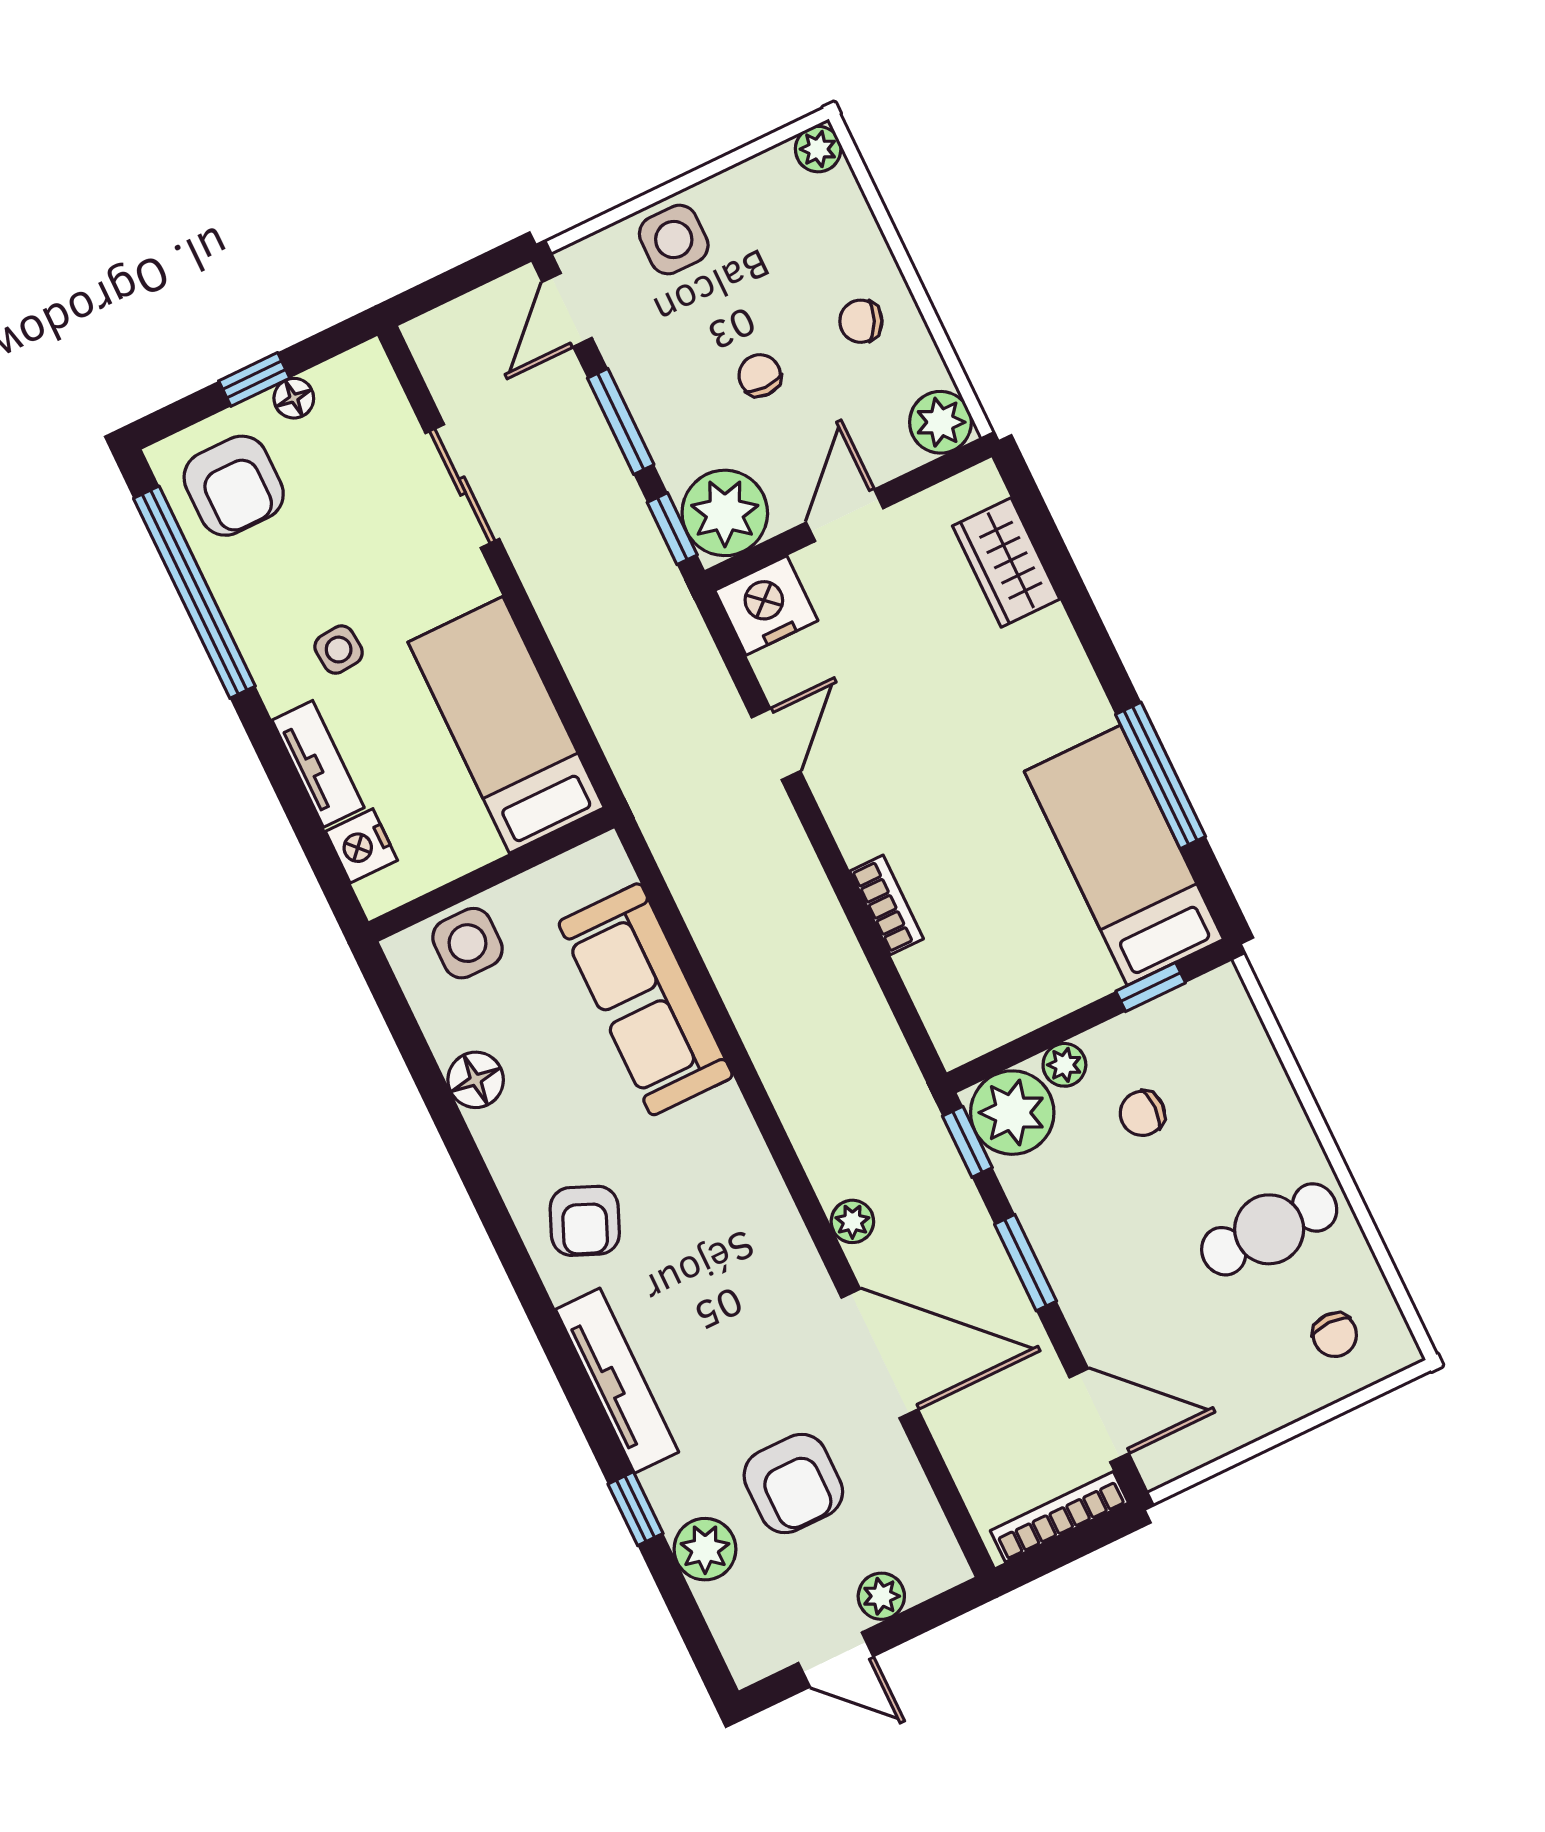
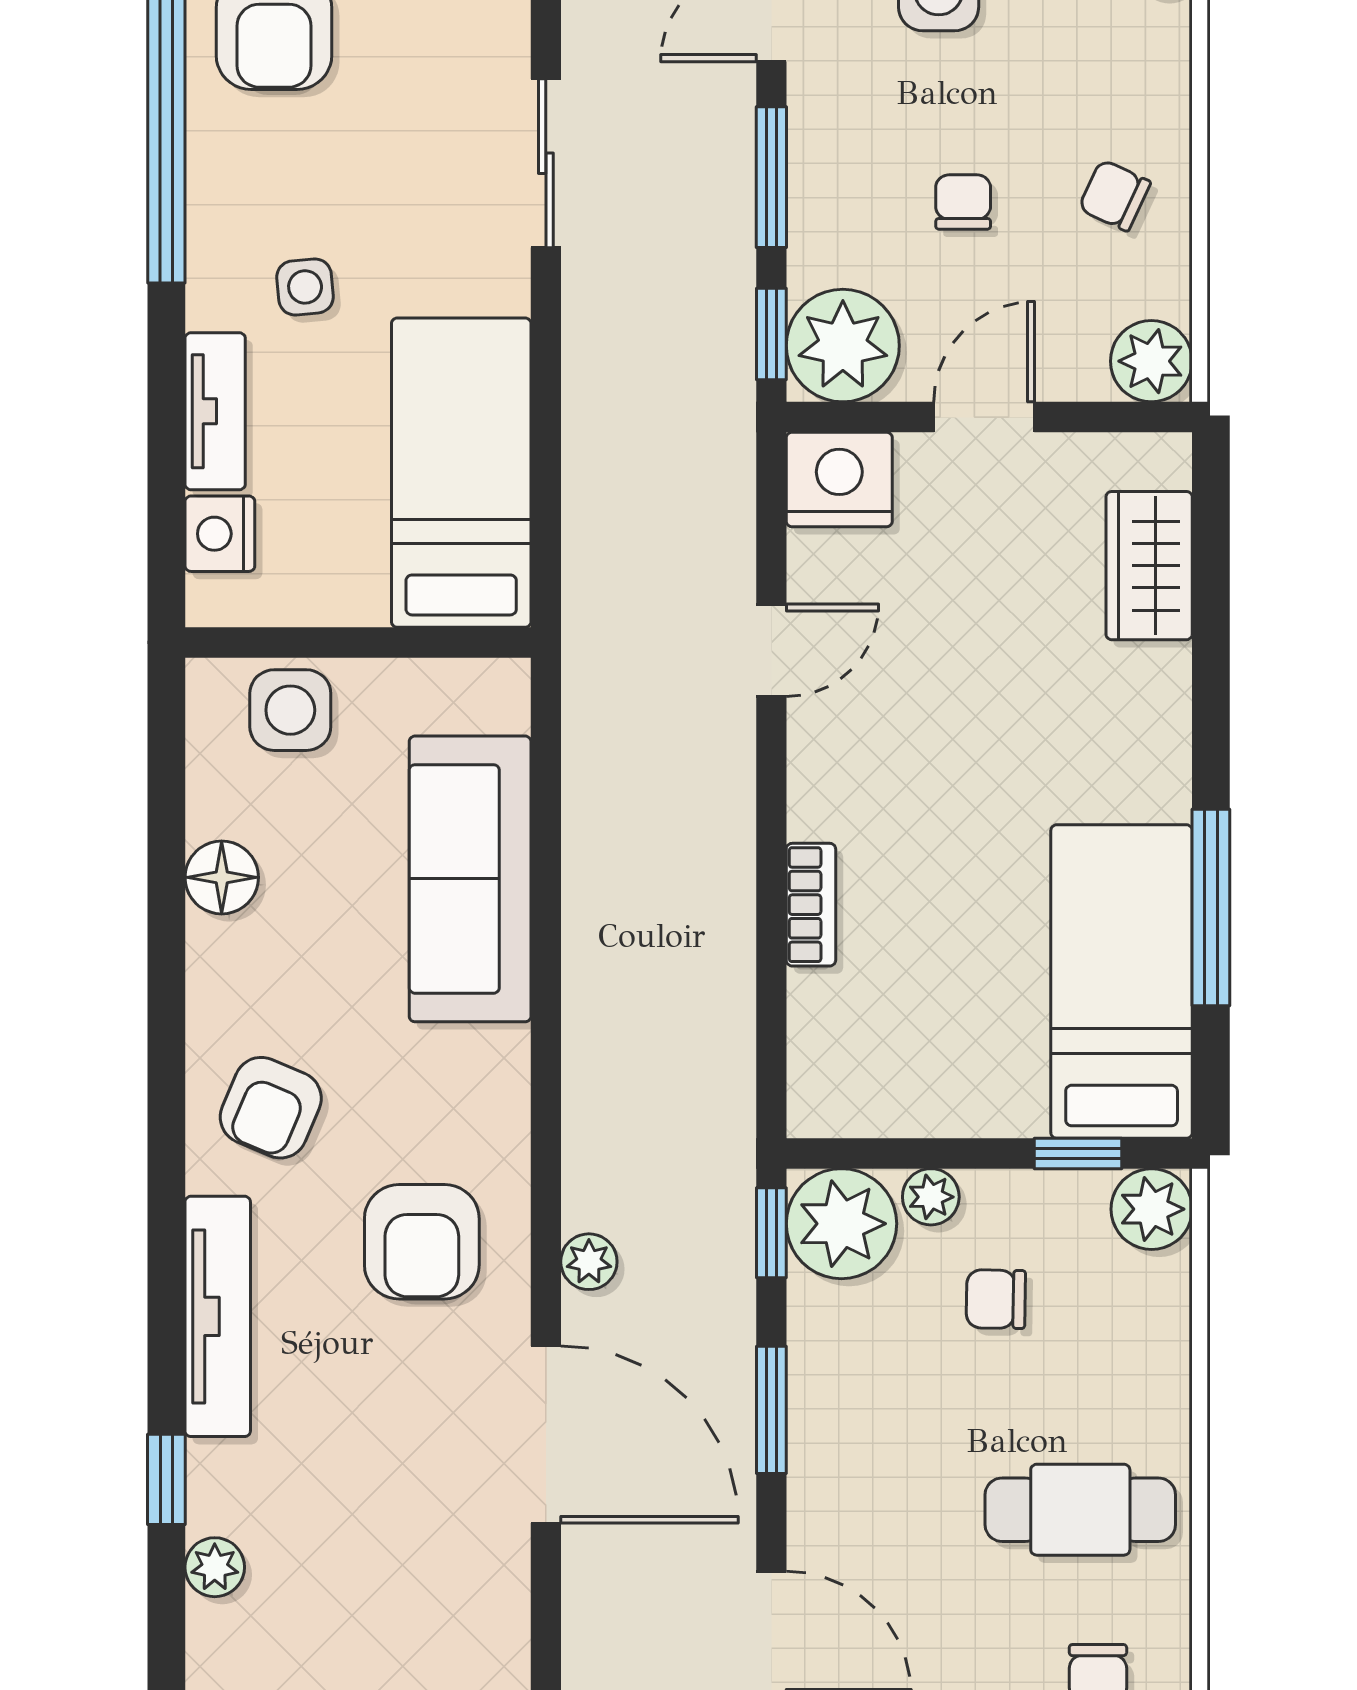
plant: (1219, 1001) -> (1152, 1209), added
armchair: (793, 1484) -> (422, 1242), moved
plant: (705, 1549) -> (215, 1567), width x0.73, depth x0.73

